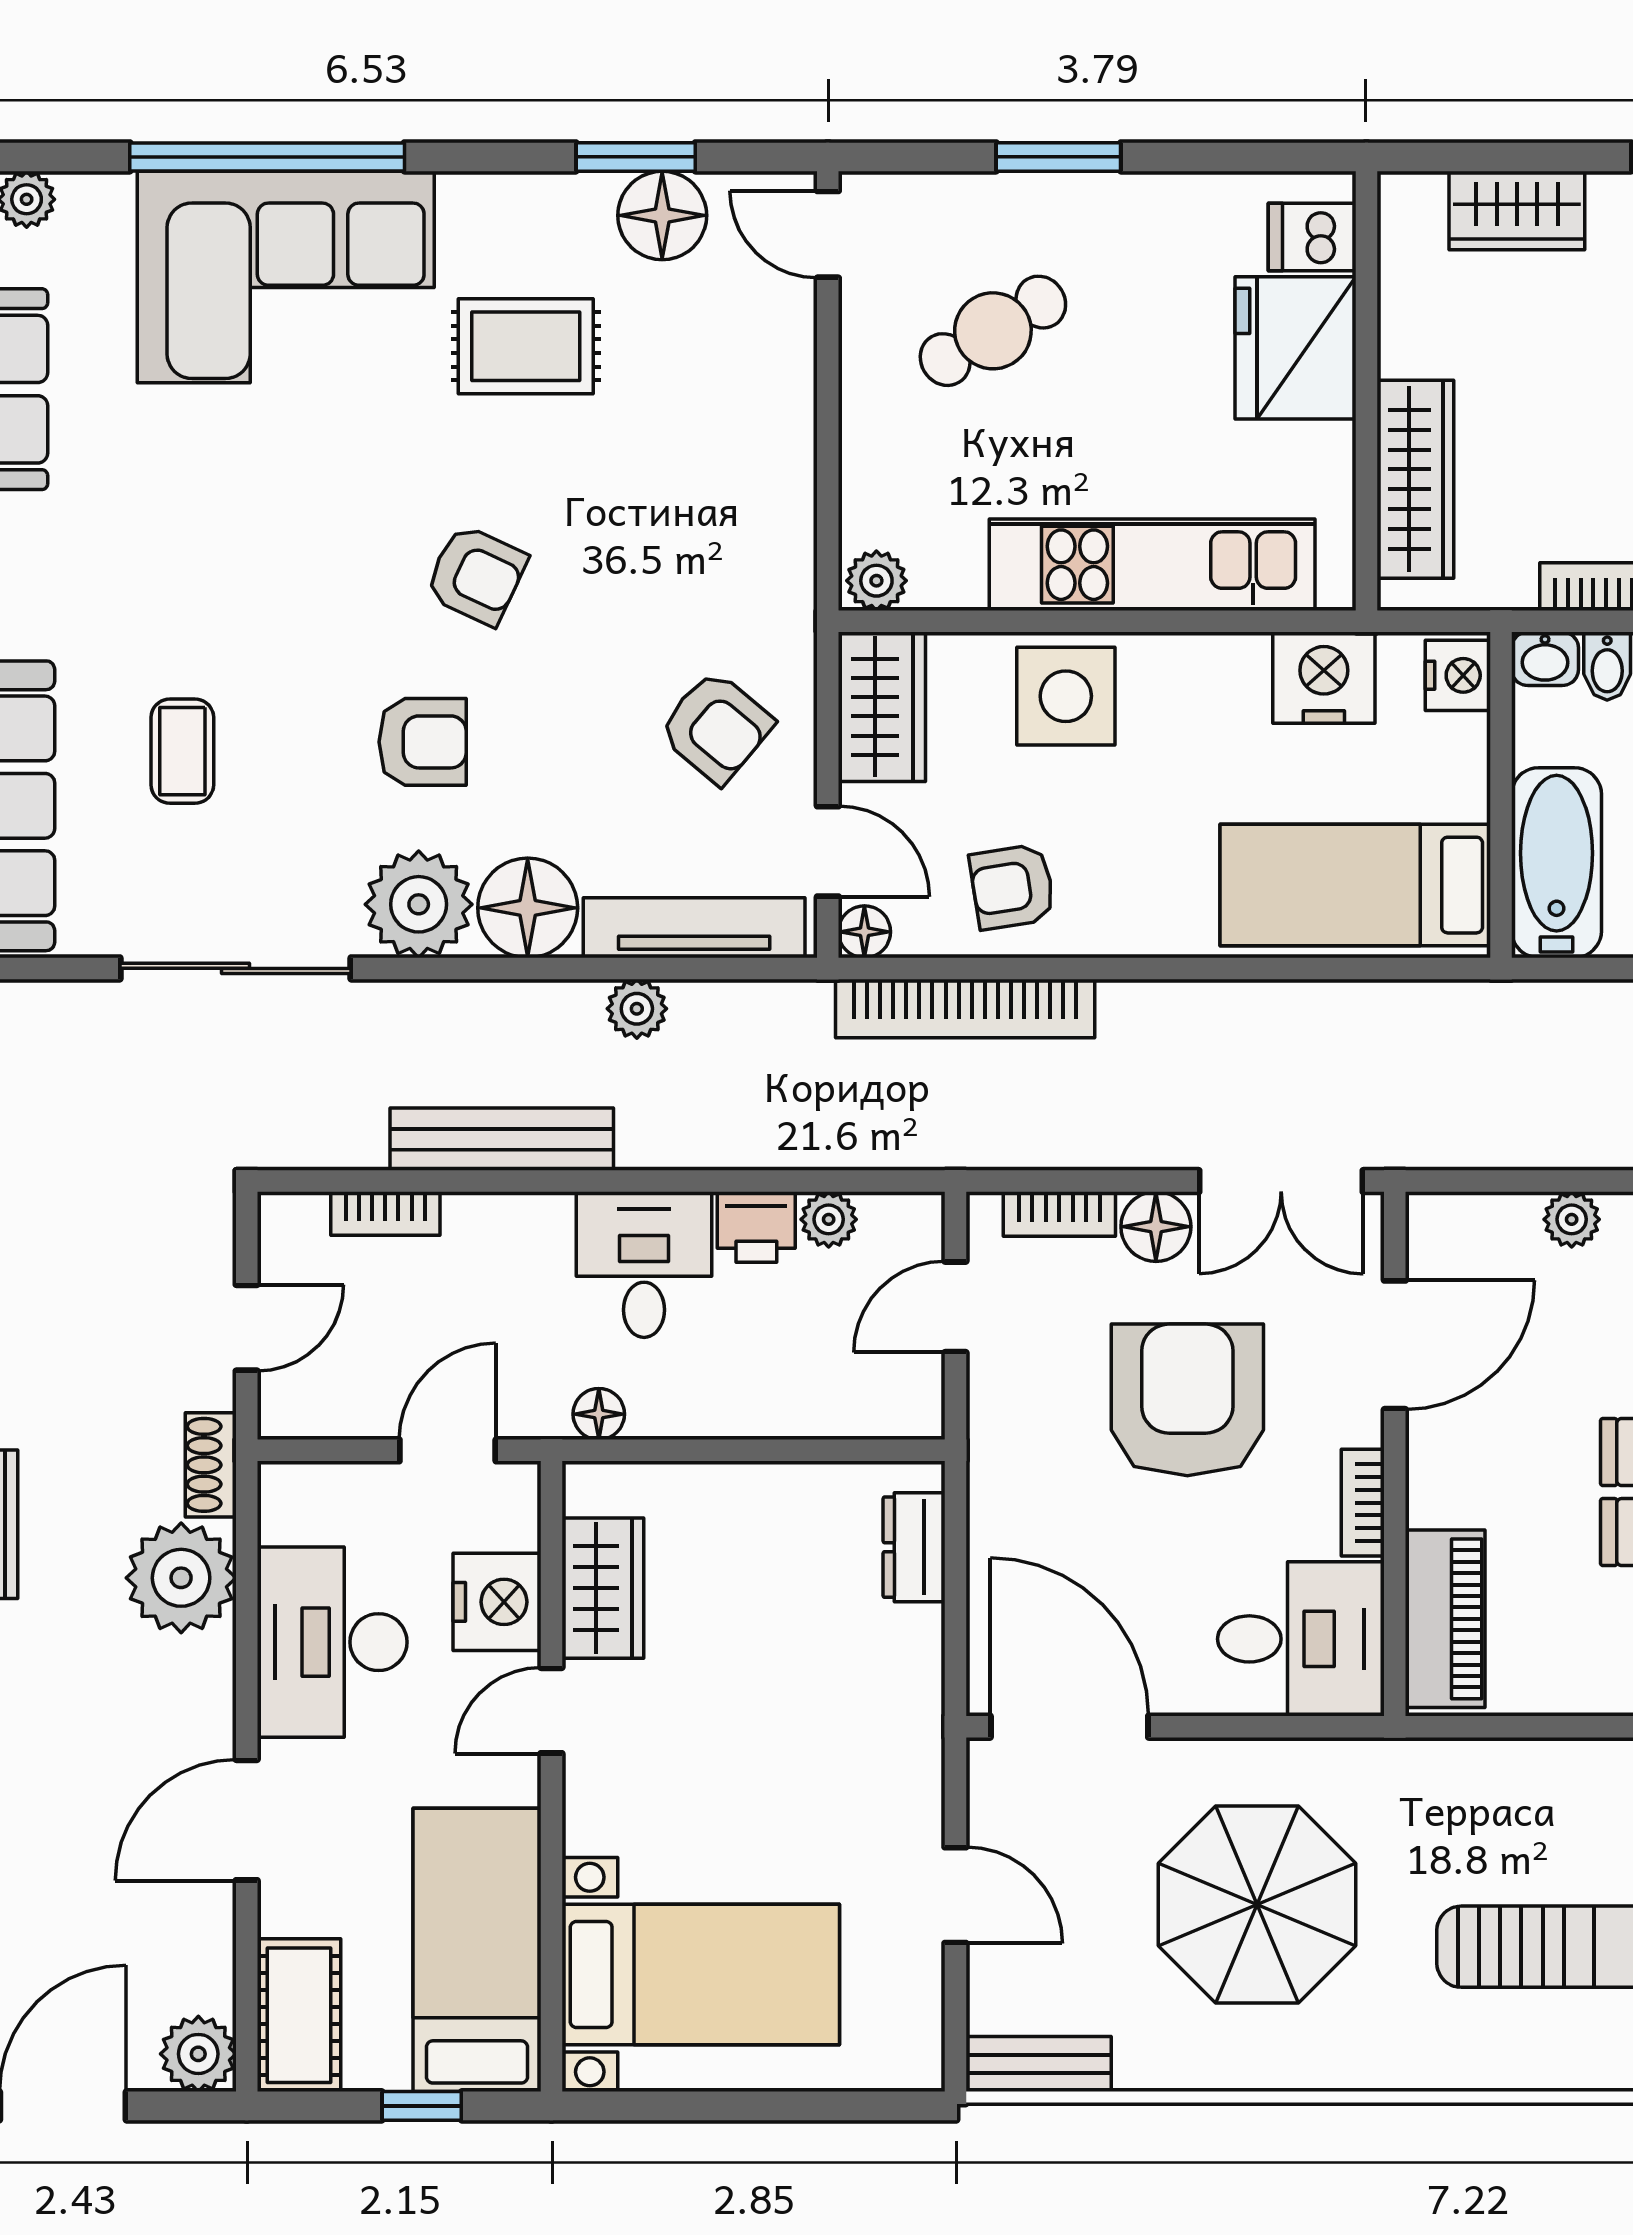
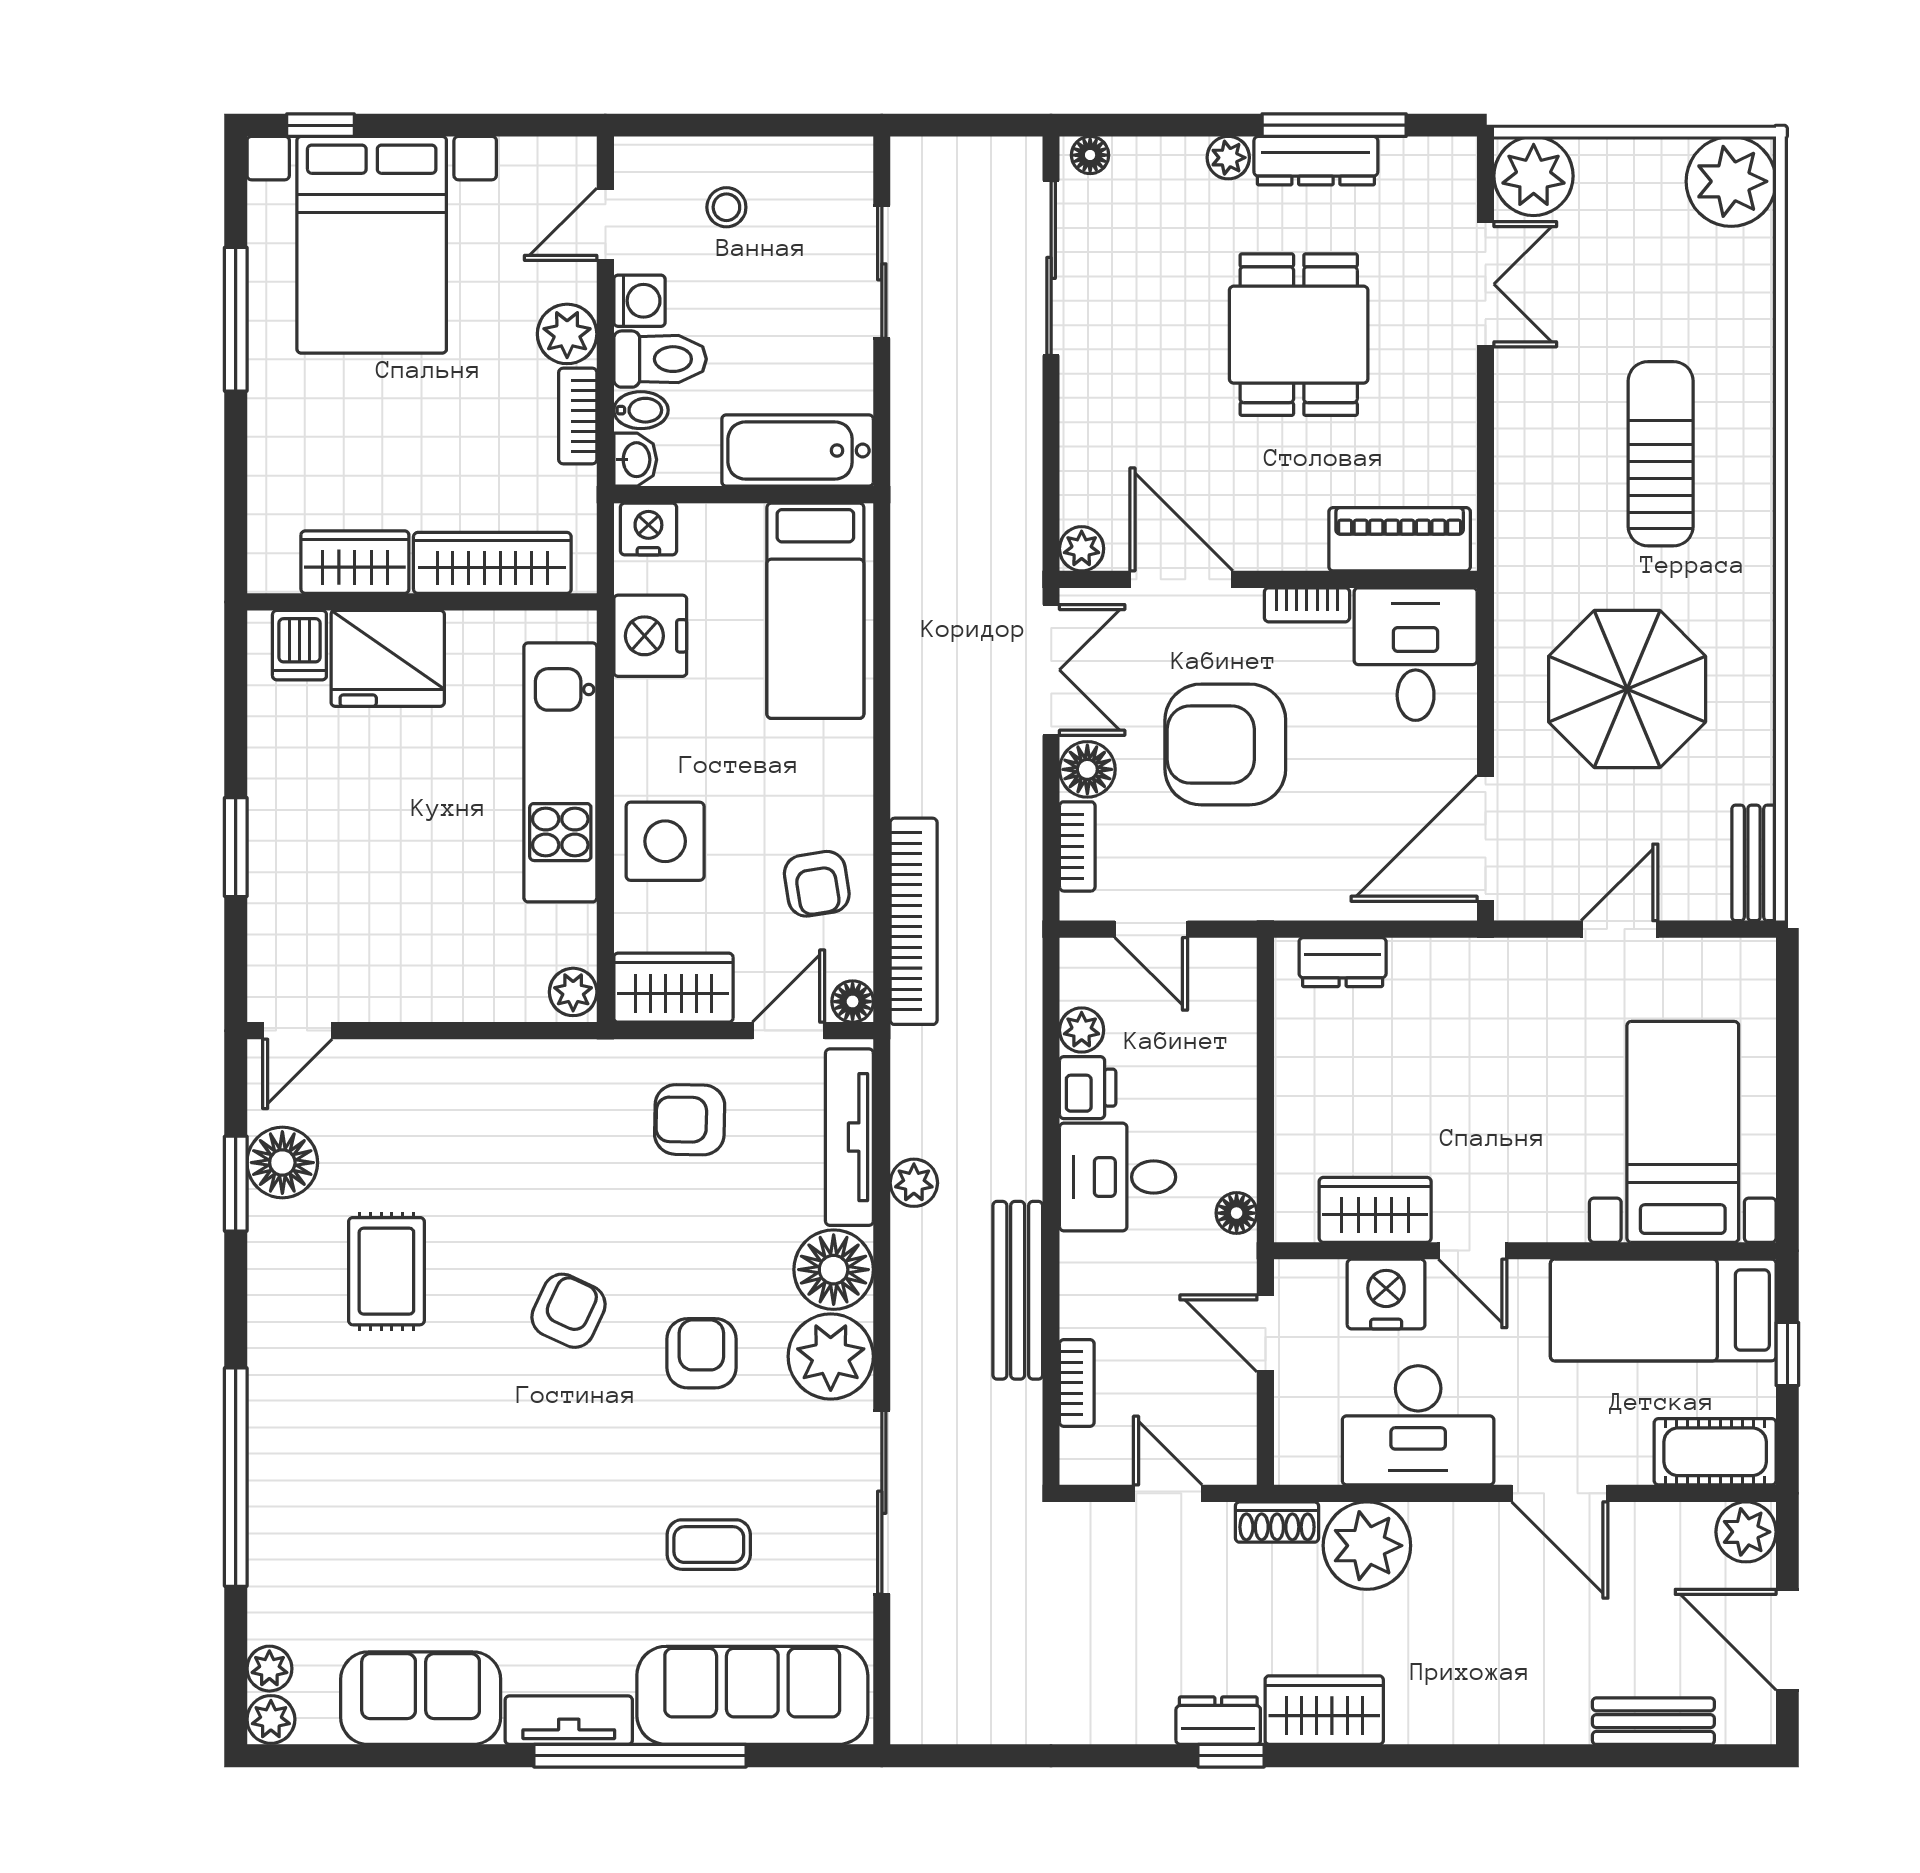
wardrobe: (1517, 210) -> (355, 562), moved, turned -90
corner sofa: (286, 277) -> (331, 1462), removed
cafe table: (993, 331) -> (374, 899), removed
armchair: (716, 727) -> (690, 1120), turned -129
plant: (1572, 1219) -> (1082, 549), moved

